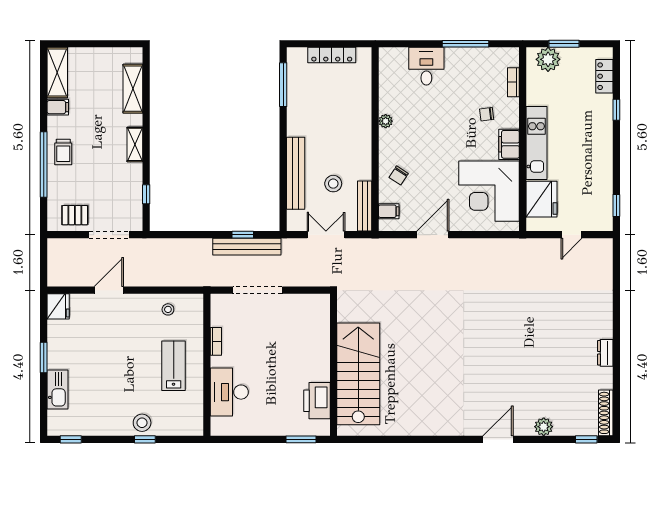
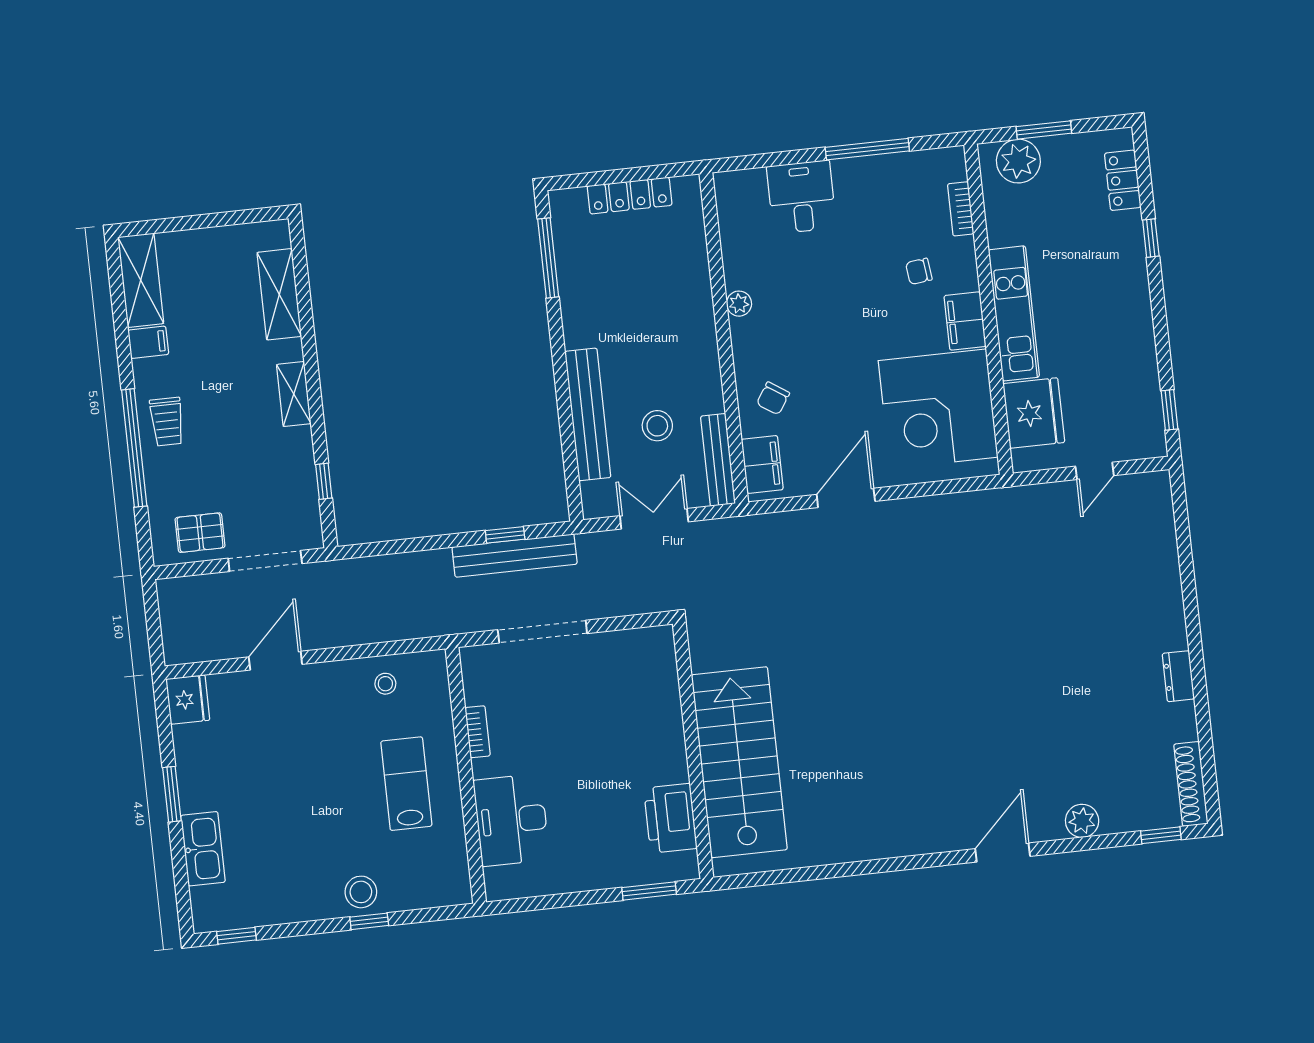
filing cabinet: (389, 211) -> (762, 464), width x2.00

